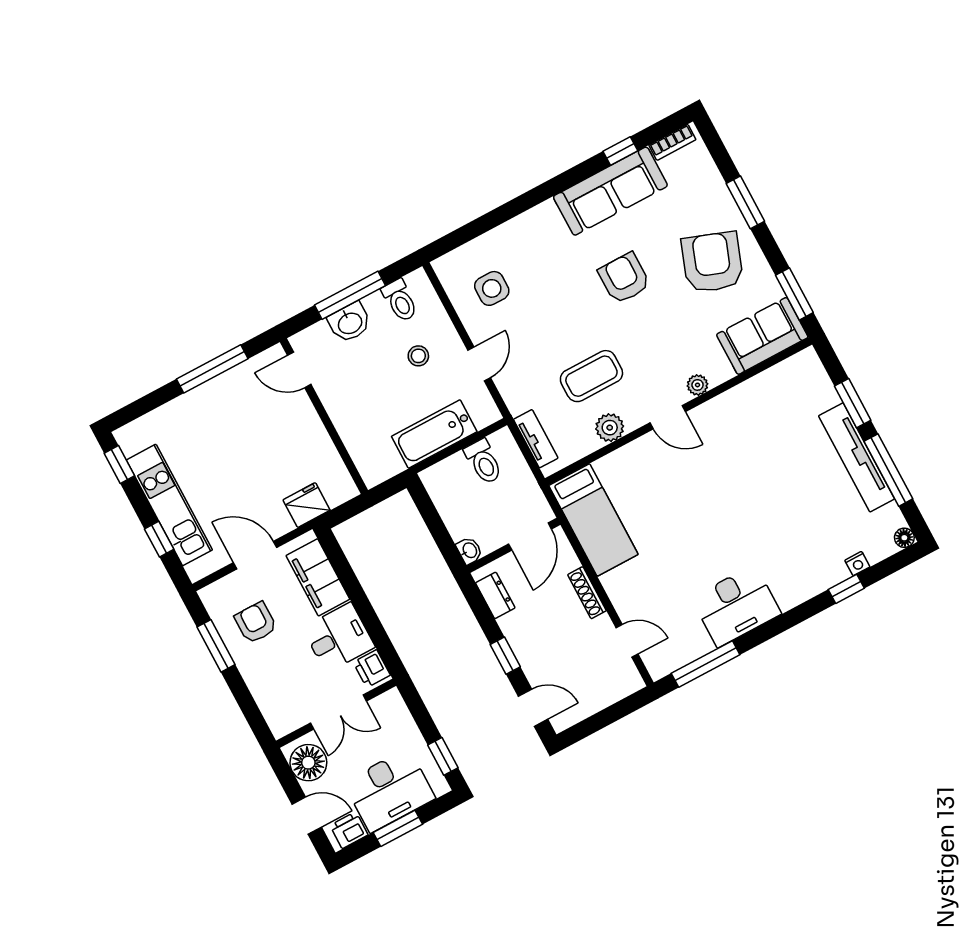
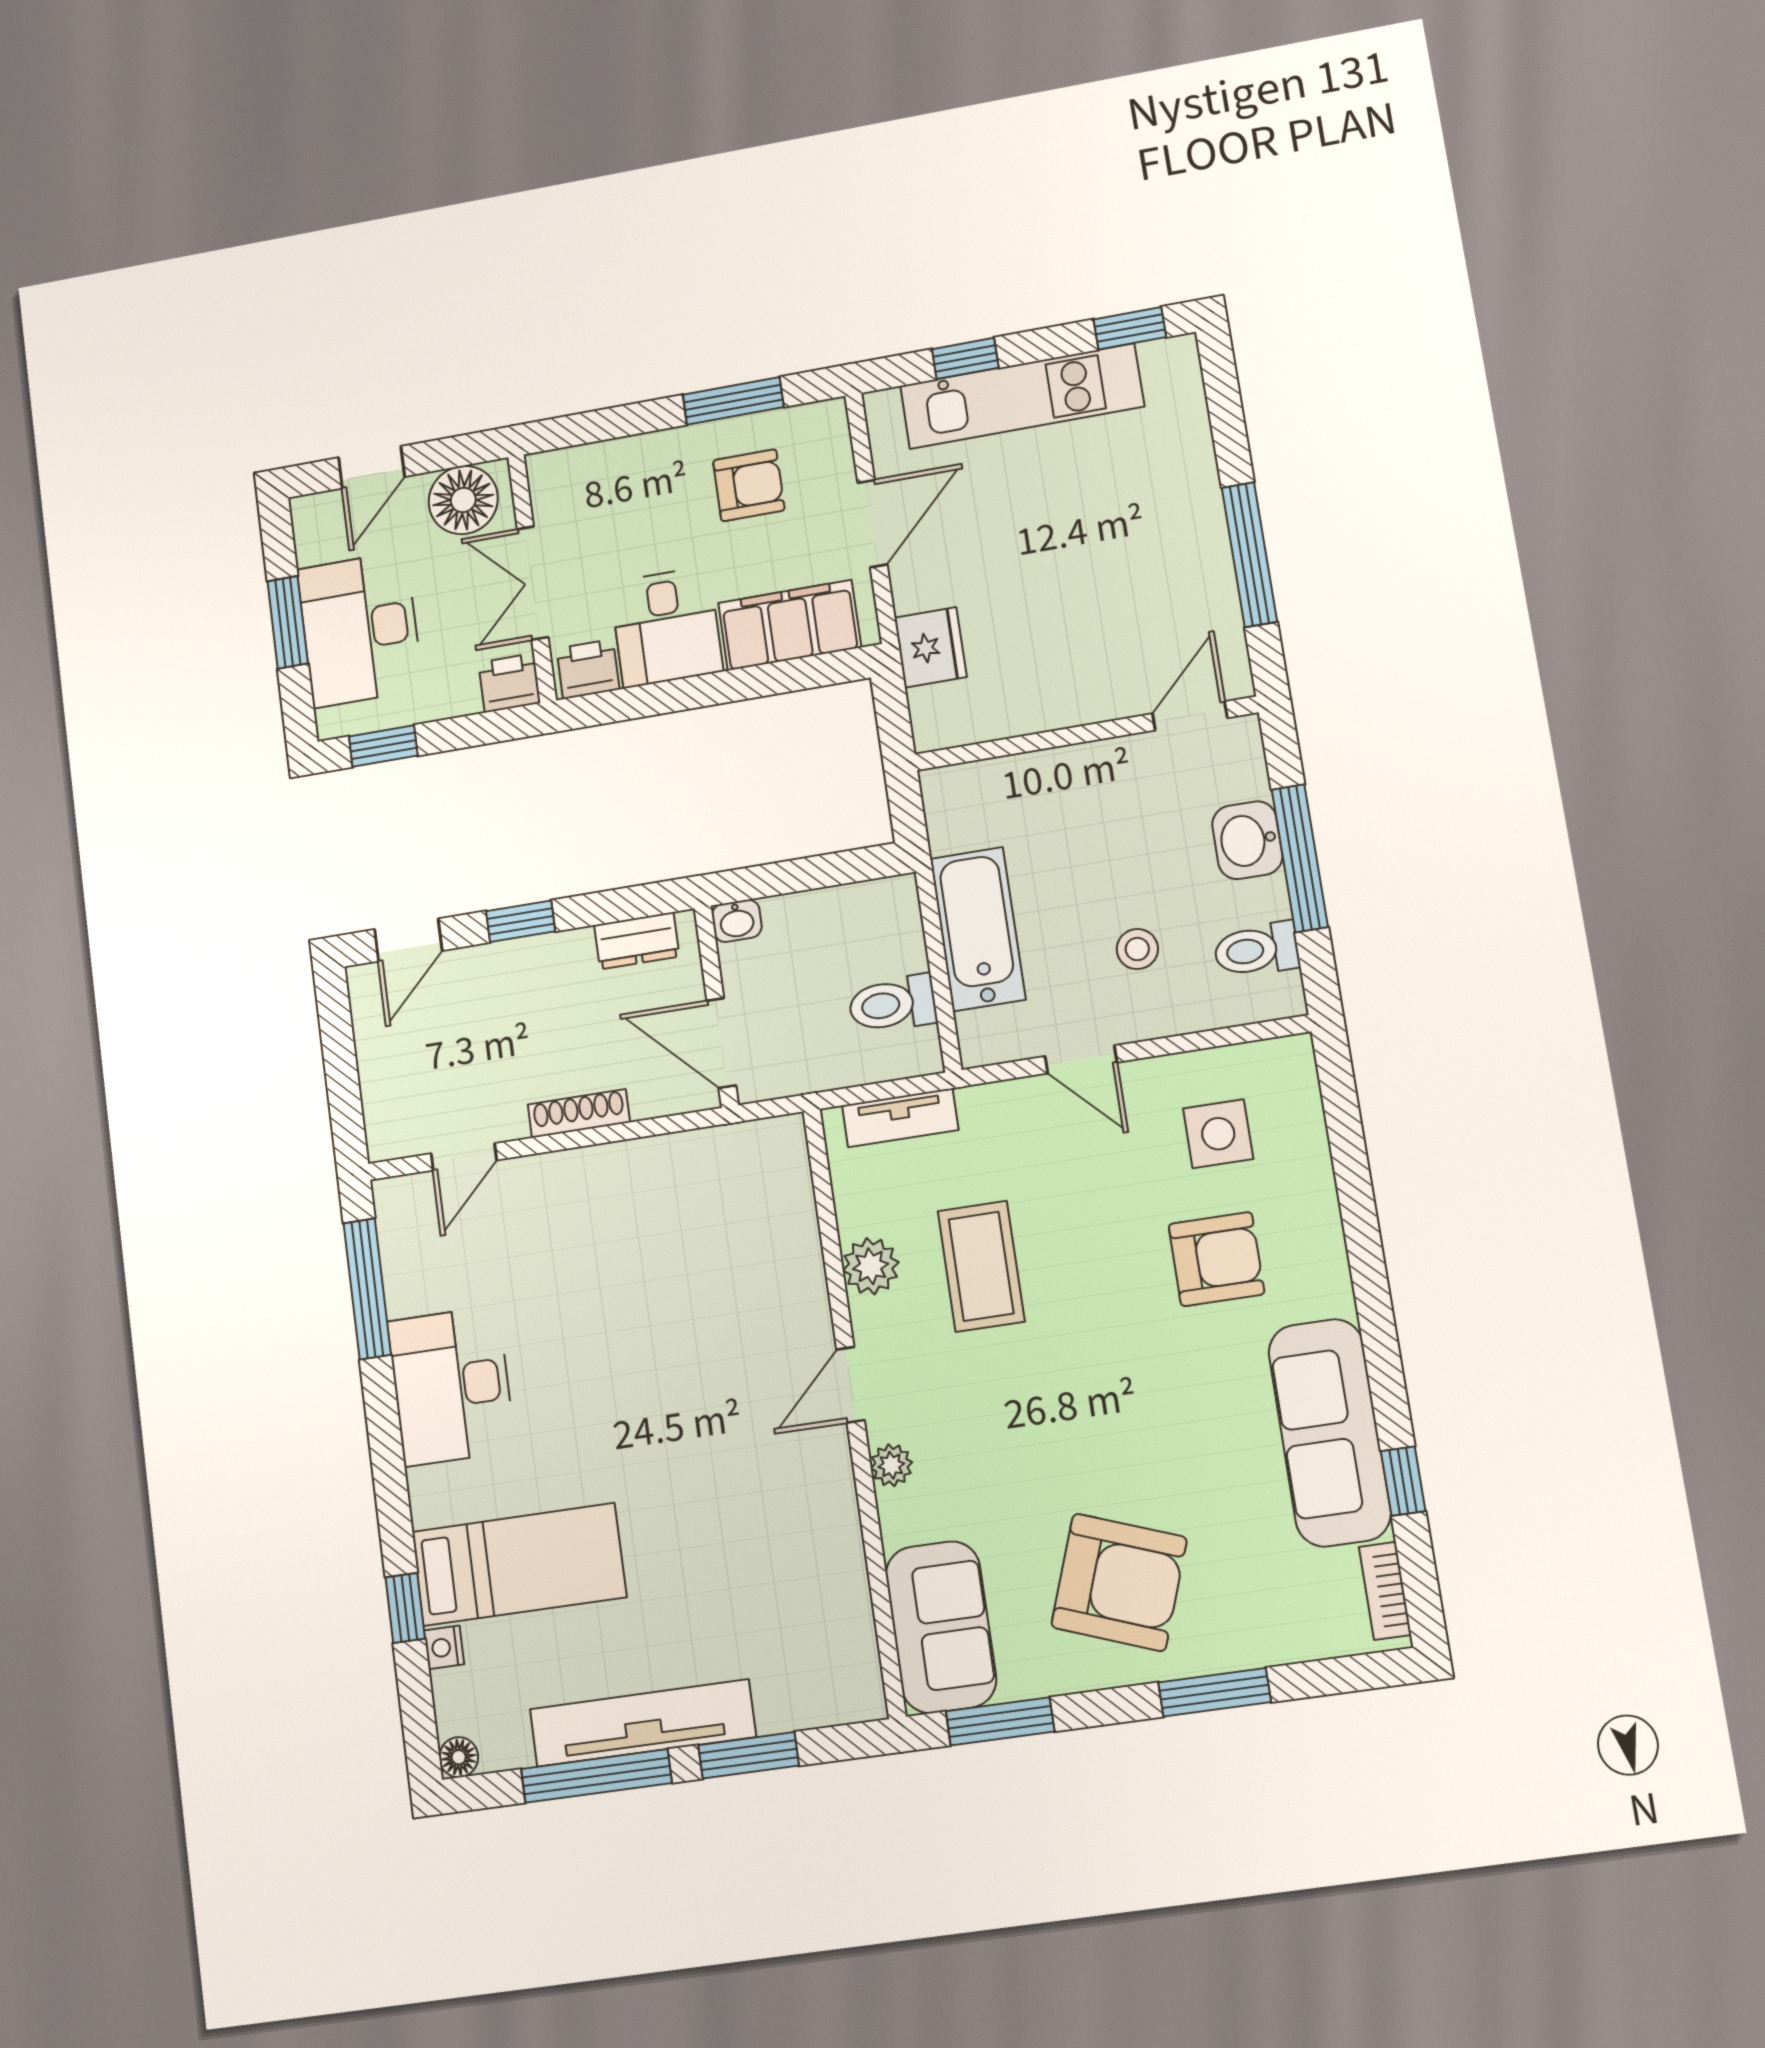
armchair: (624, 278) -> (1216, 1259), moved
bed: (593, 520) -> (519, 1564), moved, turned 180
printer: (349, 830) -> (509, 683), moved, turned -90

